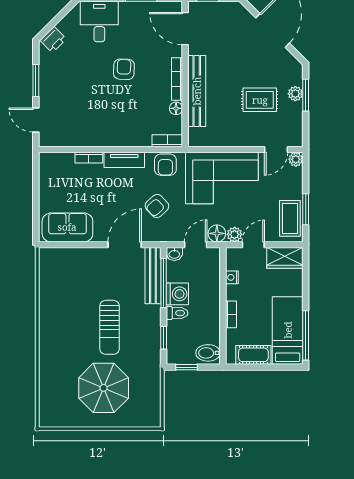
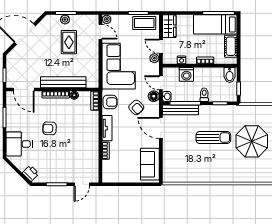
door: (185, 29) -> (24, 90), hinge flipped
floor lamp: (217, 233) -> (154, 96), moved
washing machine: (177, 294) -> (186, 74), moved, turned 180

